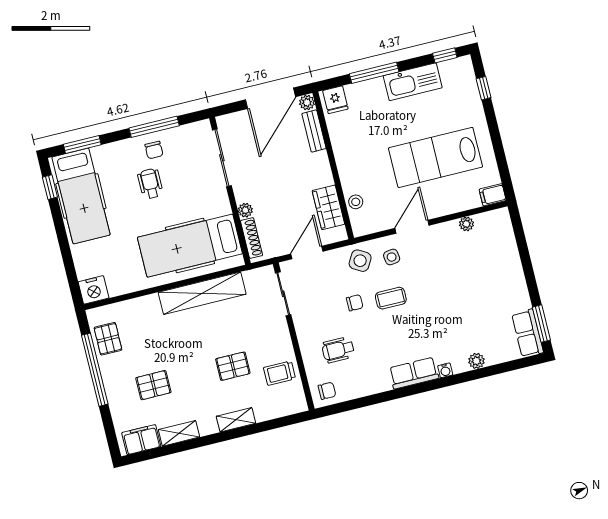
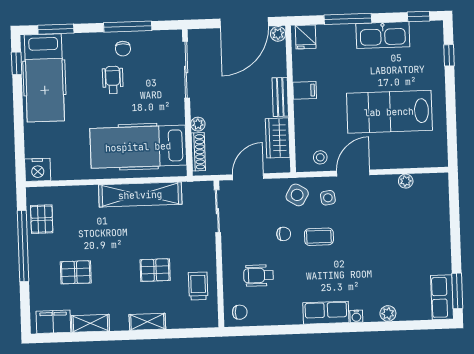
bench: (314, 131) -> (280, 97), moved
filing cabinet: (493, 195) -> (305, 90), moved, turned 180
stool: (356, 202) -> (320, 157), moved
trolley: (280, 373) -> (198, 286), turned 90

